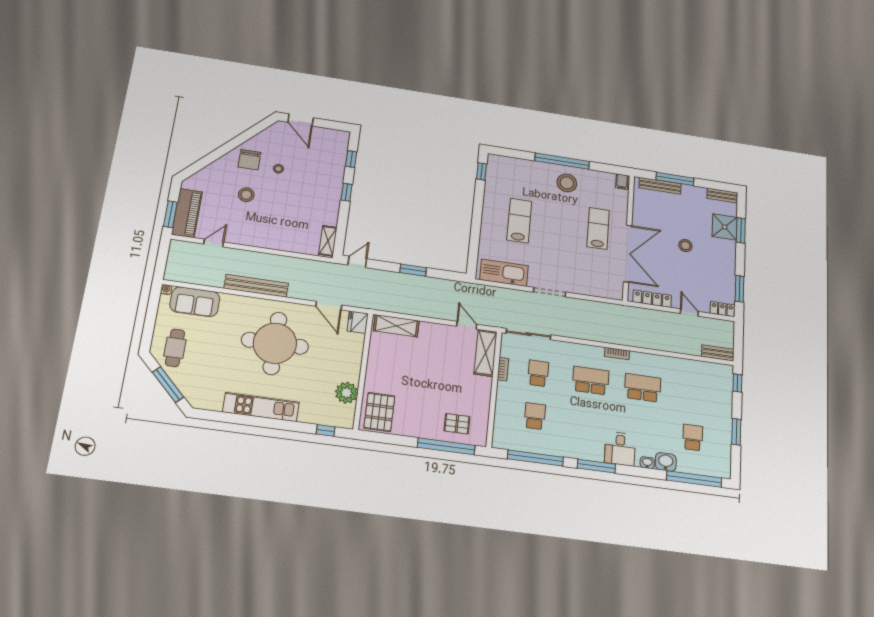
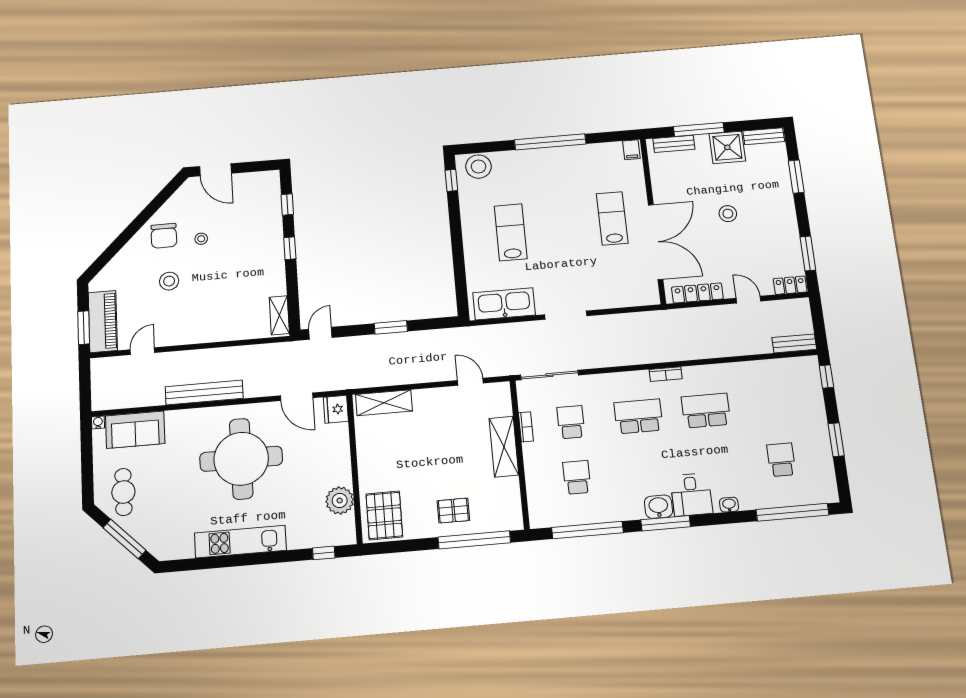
stool: (567, 183) -> (479, 167), moved
bench: (660, 186) -> (674, 144), width x0.73
shower: (725, 227) -> (727, 147), moved
shelving: (486, 353) -> (504, 447), moved
pallet: (457, 424) -> (453, 511), moved
washbasin: (666, 462) -> (658, 507), moved

